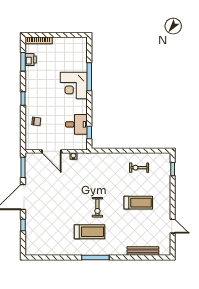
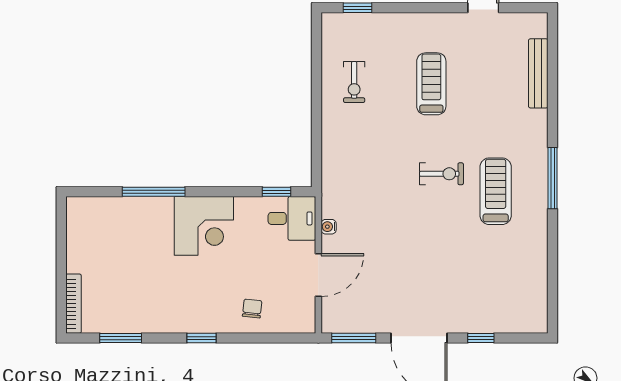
printer: (31, 59) -> (116, 321), removed
corner desk: (74, 85) -> (204, 226), moved
desk: (76, 124) -> (292, 218), moved, turned 90

